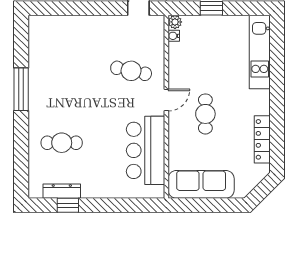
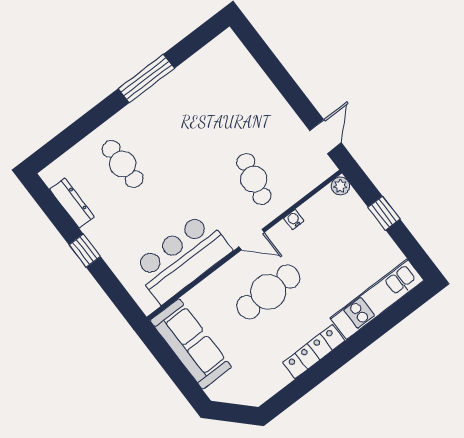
water cooler: (174, 36) -> (294, 220), moved
cafe table: (205, 114) -> (268, 292), width x1.37, depth x1.35
locker: (262, 139) -> (314, 352), moved
window: (68, 205) -> (85, 251), moved

